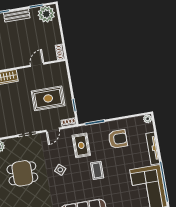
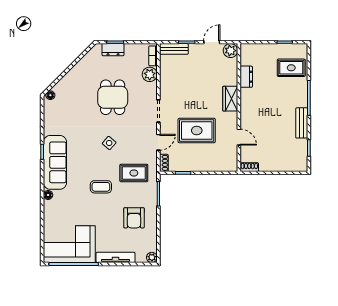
plant: (46, 14) -> (297, 158), removed
rug: (48, 98) -> (197, 131), moved, turned 90
door: (53, 130) -> (158, 142), swing flipped

